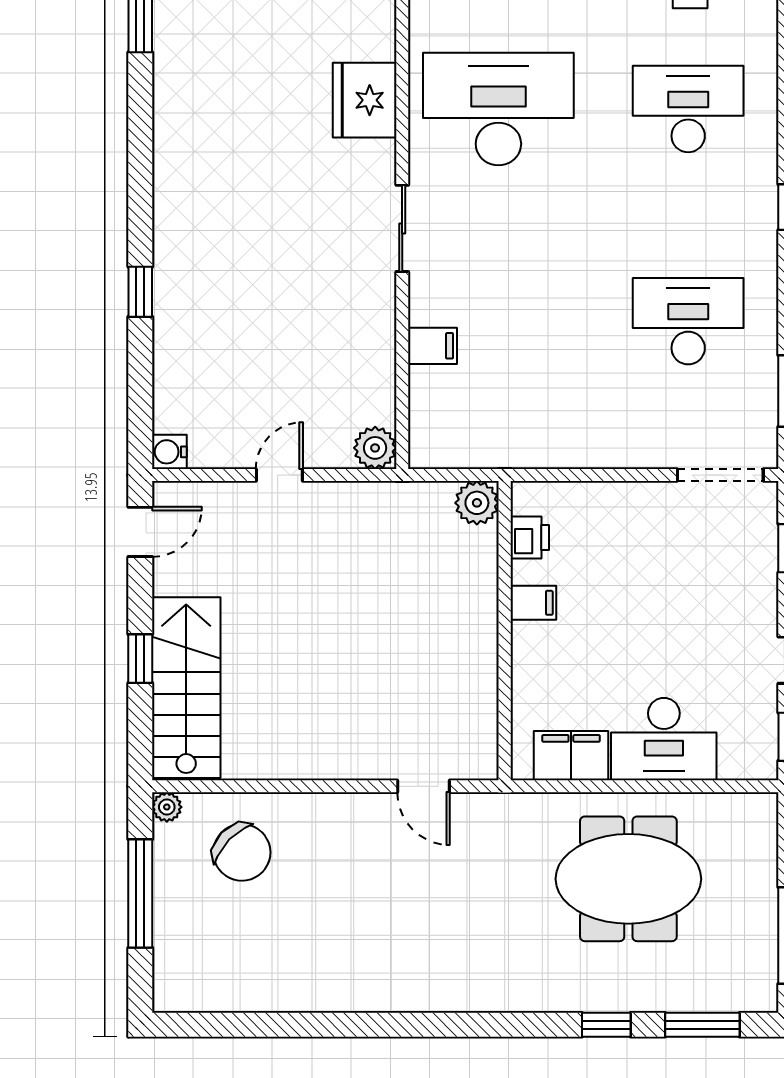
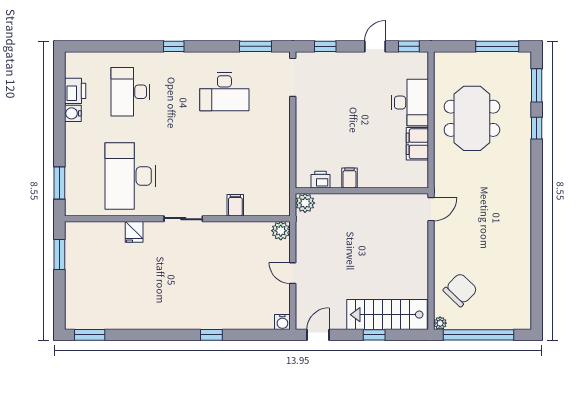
fridge: (365, 100) -> (134, 232), width x0.53, depth x0.75
desk: (688, 321) -> (224, 92), turned -90
plant: (477, 503) -> (305, 203), moved
door: (140, 532) -> (318, 335), hinge flipped
printer: (530, 537) -> (320, 180), moved
filing cabinet: (533, 603) -> (349, 178), moved
wall: (505, 631) -> (362, 191), moved
window: (140, 894) -> (478, 335), width x1.46

